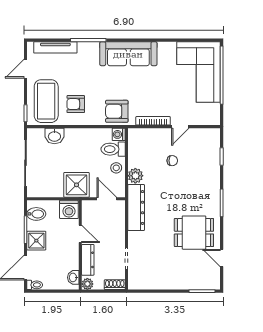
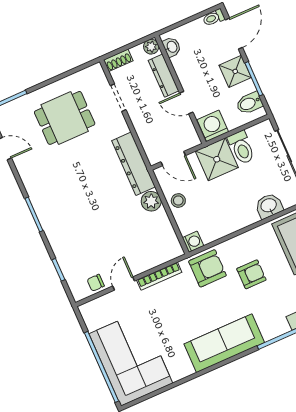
armchair: (76, 104) -> (251, 274), moved
toilet: (113, 149) -> (241, 147), moved, turned 90
chair: (172, 161) -> (96, 283), moved
dining table: (194, 233) -> (65, 118), moved

